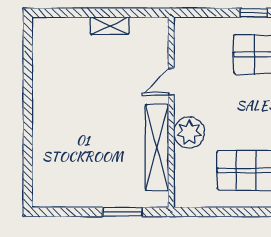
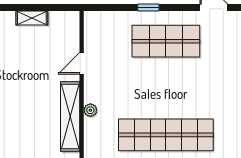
plant: (189, 132) -> (90, 110), width x0.53, depth x0.53

